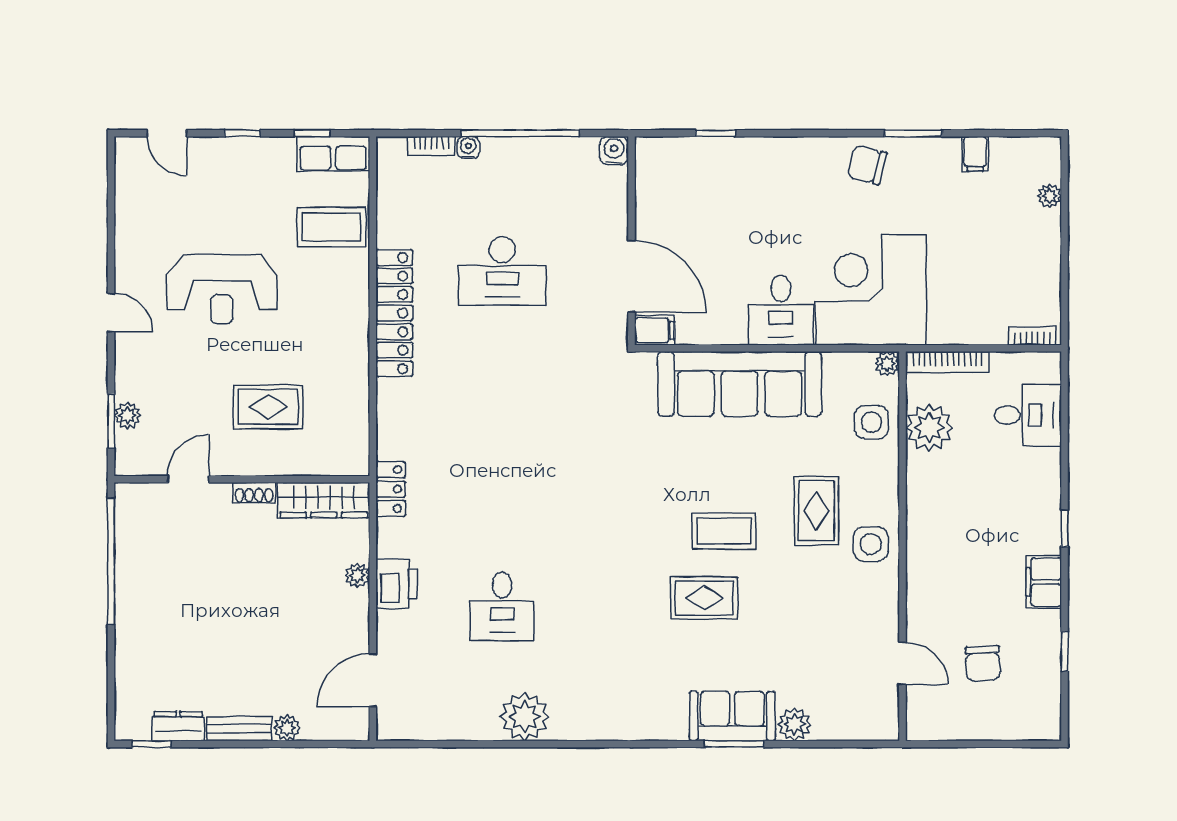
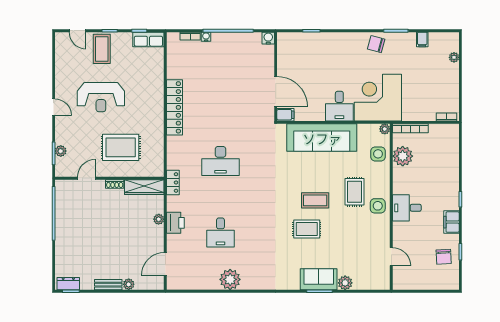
coffee table: (331, 227) -> (102, 49), moved, turned 90
desk: (502, 271) -> (220, 161), moved
rug: (268, 407) -> (121, 147), width x1.36, depth x1.43
desk: (1028, 415) -> (407, 208), moved, turned 180
chair: (983, 664) -> (444, 257), moved
dresser: (178, 726) -> (68, 284), moved

